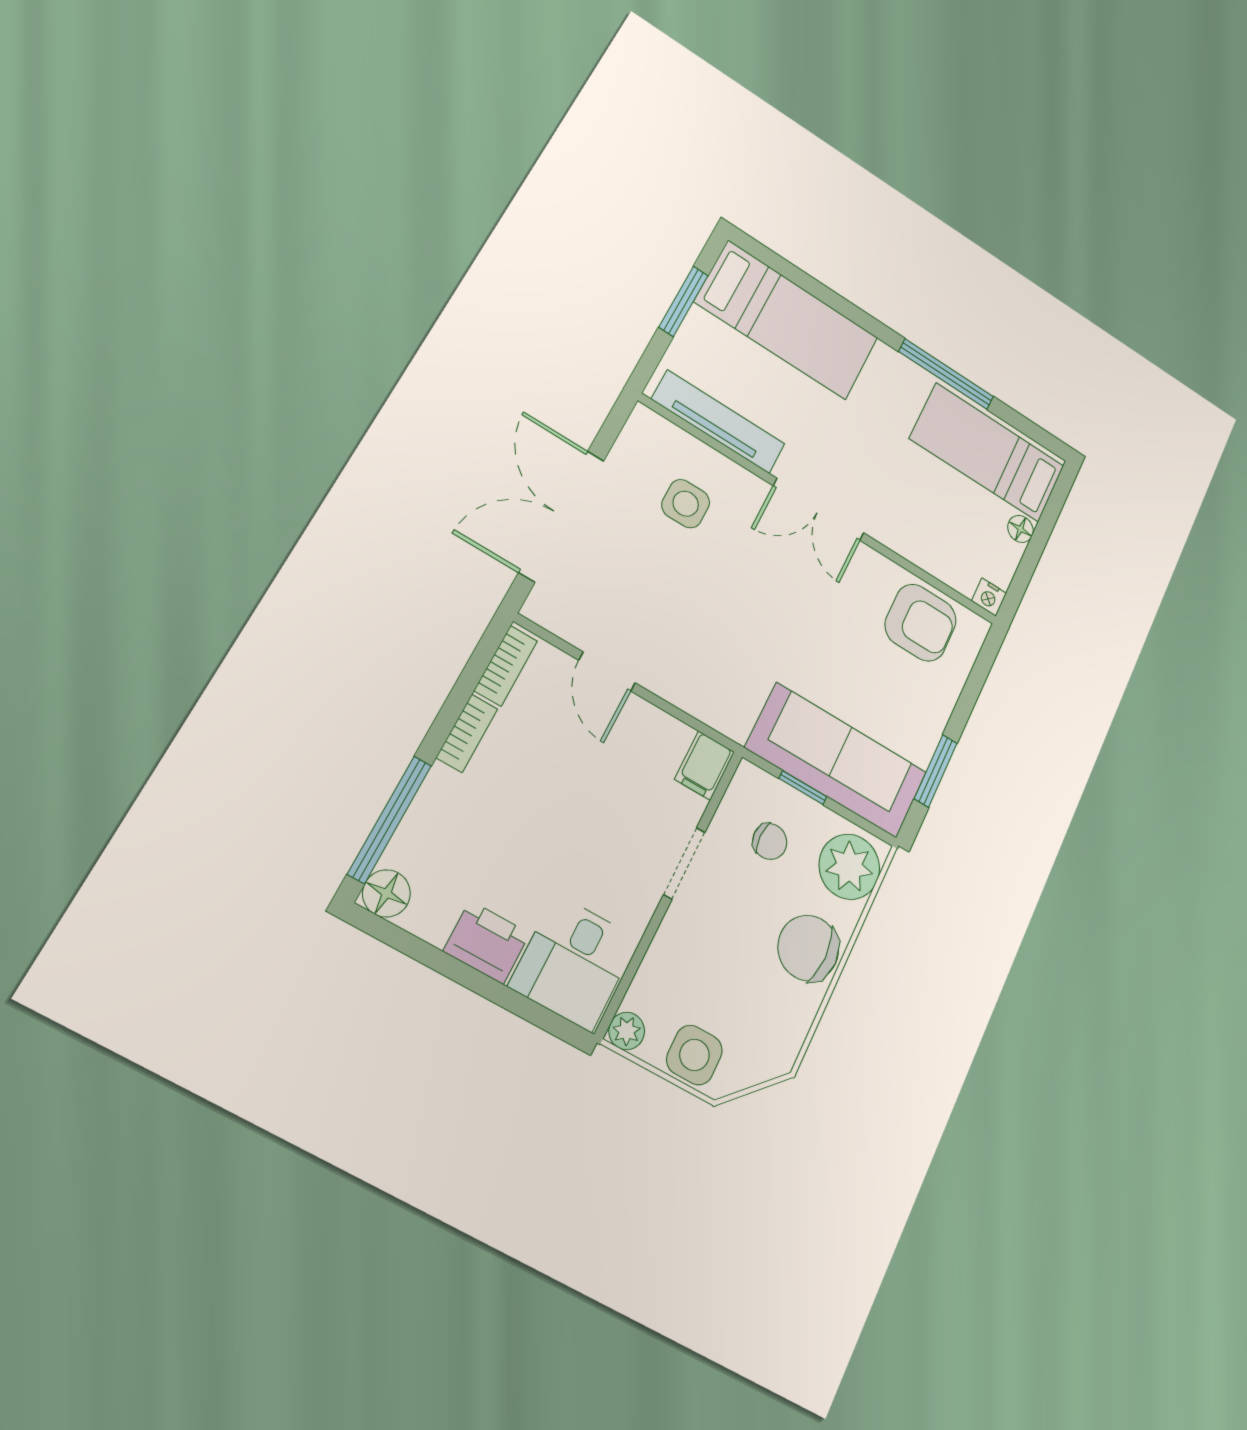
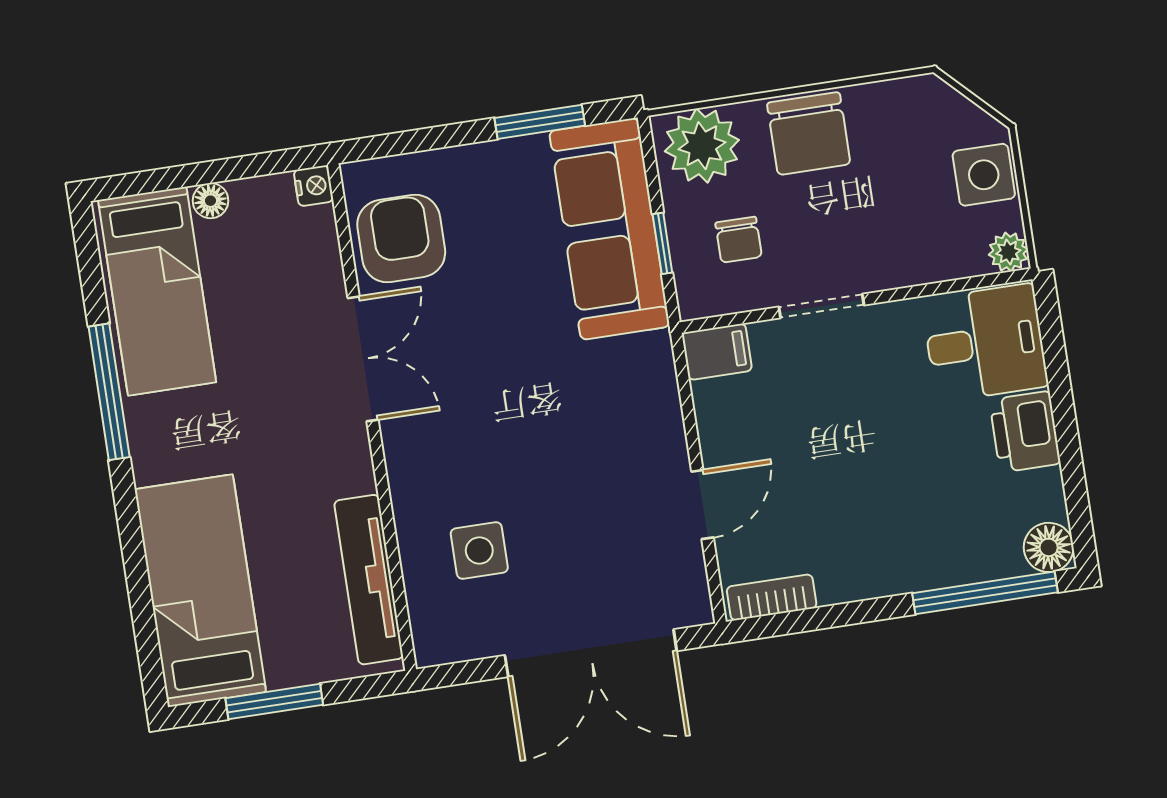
double door: (819, 509) -> (363, 359), moved
bookcase: (467, 733) -> (859, 585), removed
chair: (770, 841) -> (739, 240), turned 180

